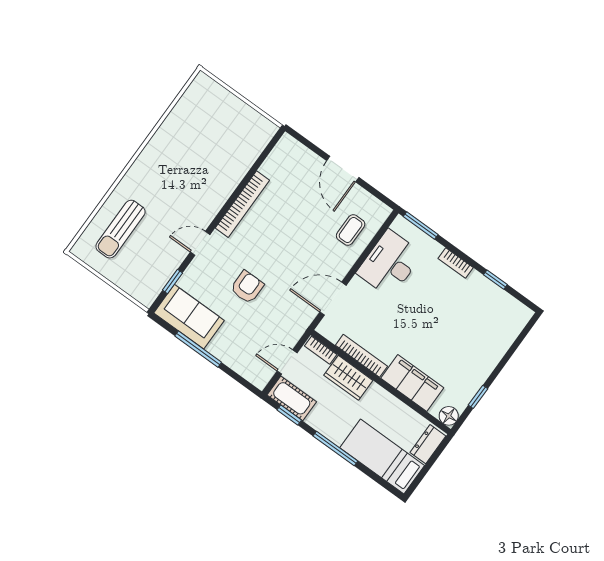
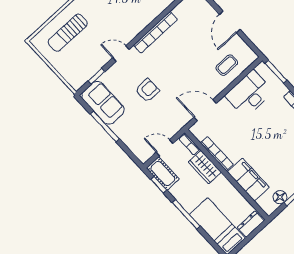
floor lamp: (449, 416) -> (280, 197), moved

